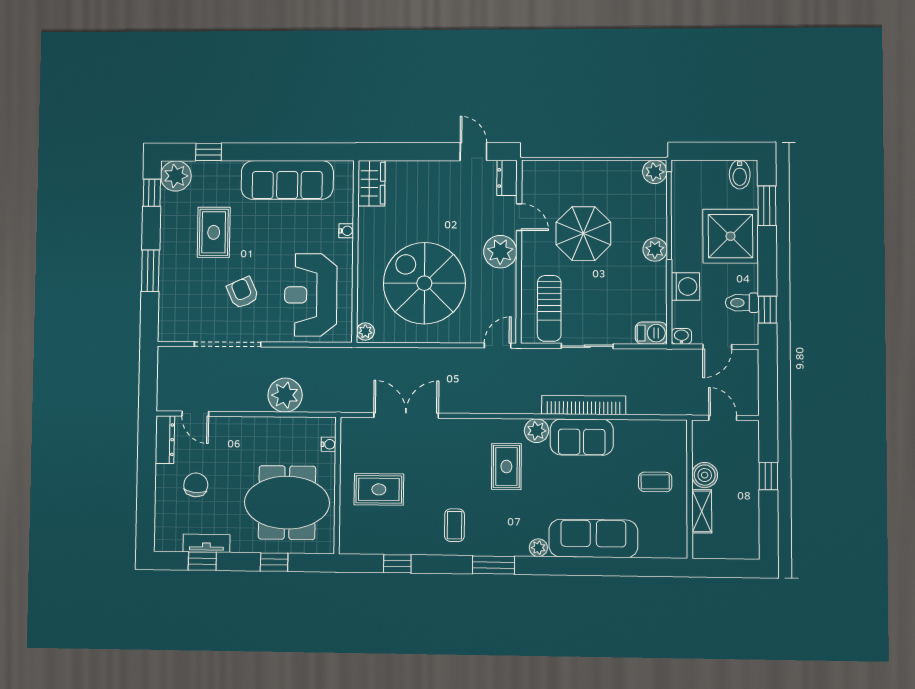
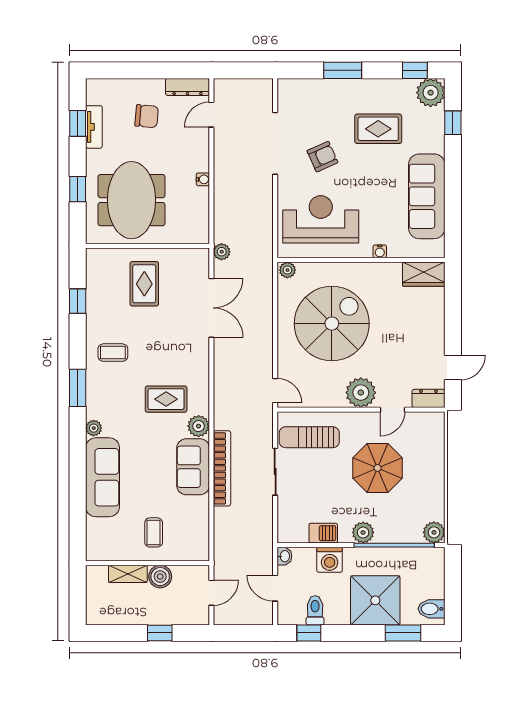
barbecue: (651, 333) -> (323, 533), moved, turned -90
plant: (285, 395) -> (222, 252), moved, width x0.53, depth x0.53
water cooler: (329, 444) -> (203, 179), moved, turned -90

